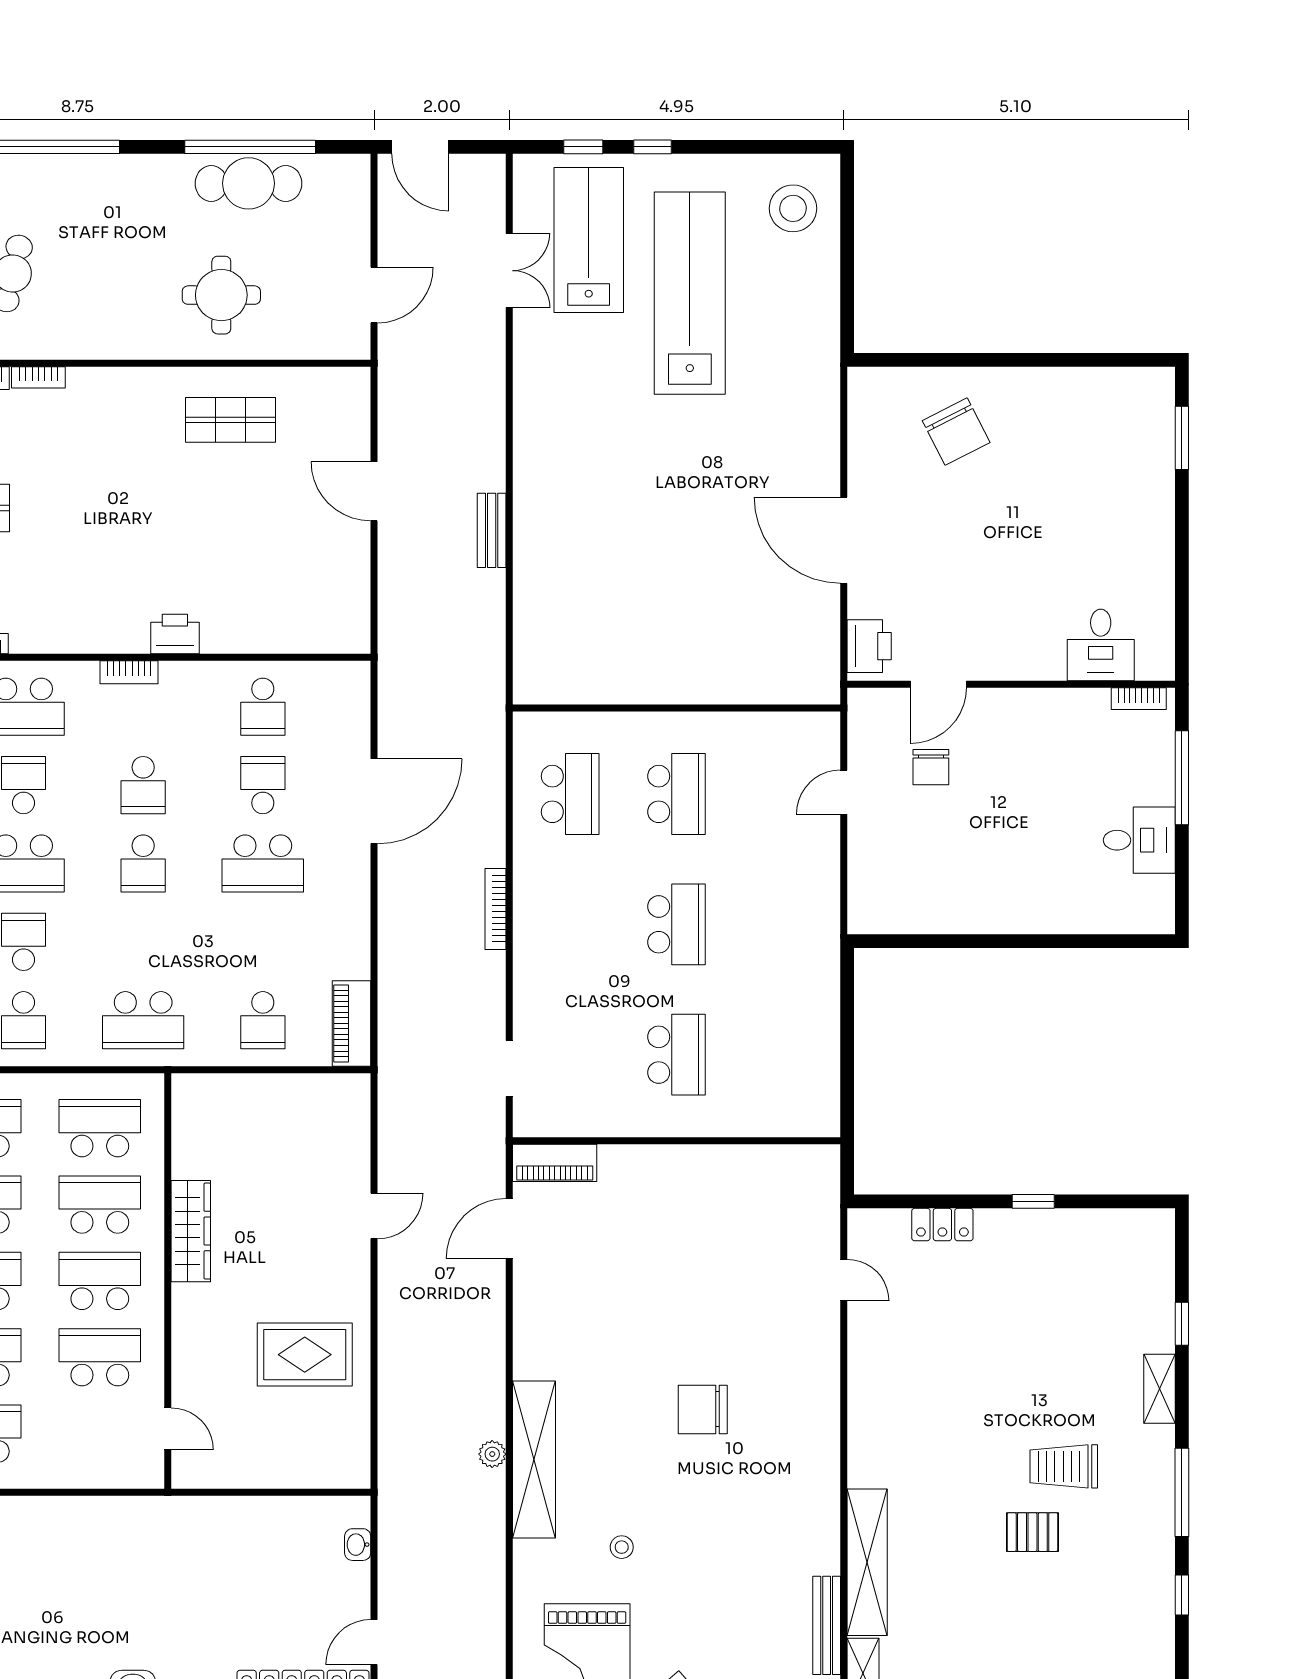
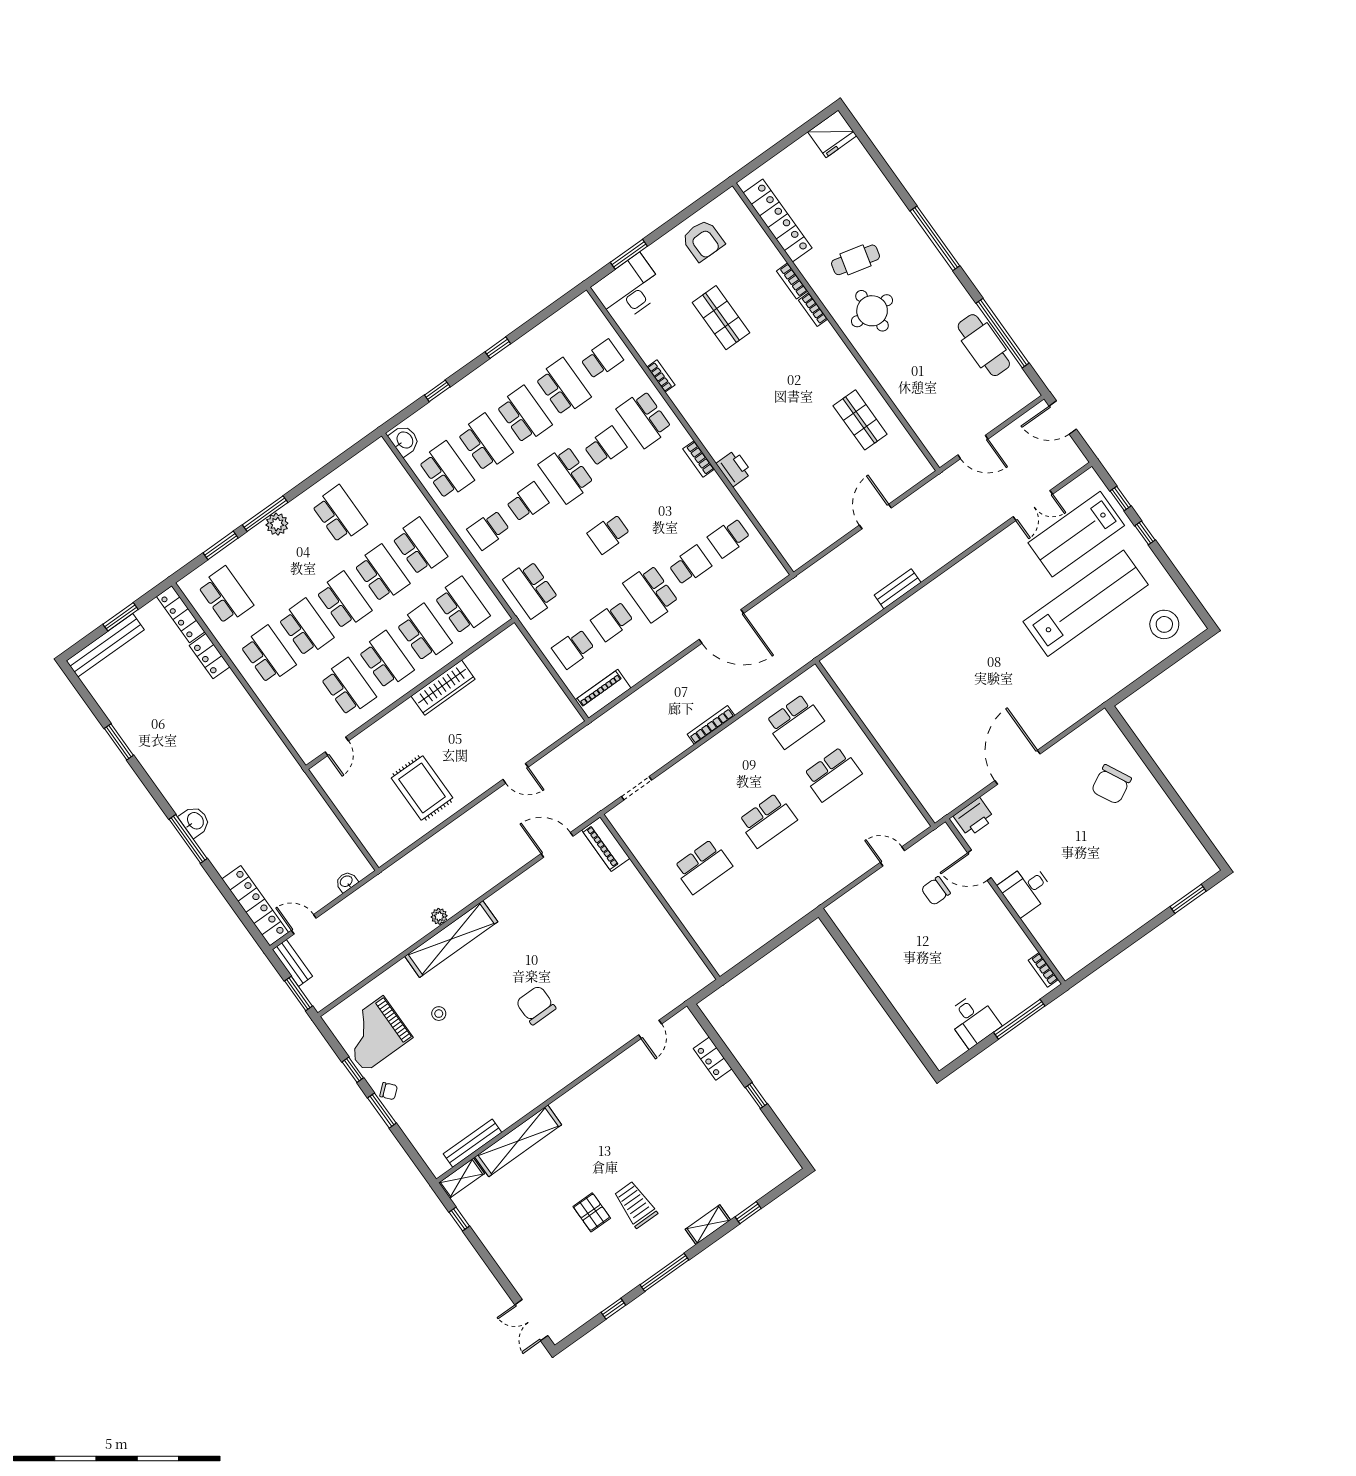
door: (420, 147) -> (1063, 418), hinge flipped
lab bench: (589, 240) -> (1076, 534), turned 180
round table: (221, 295) -> (872, 311), moved
desk: (1101, 645) -> (1026, 889), moved
school desk: (143, 785) -> (612, 621), moved

